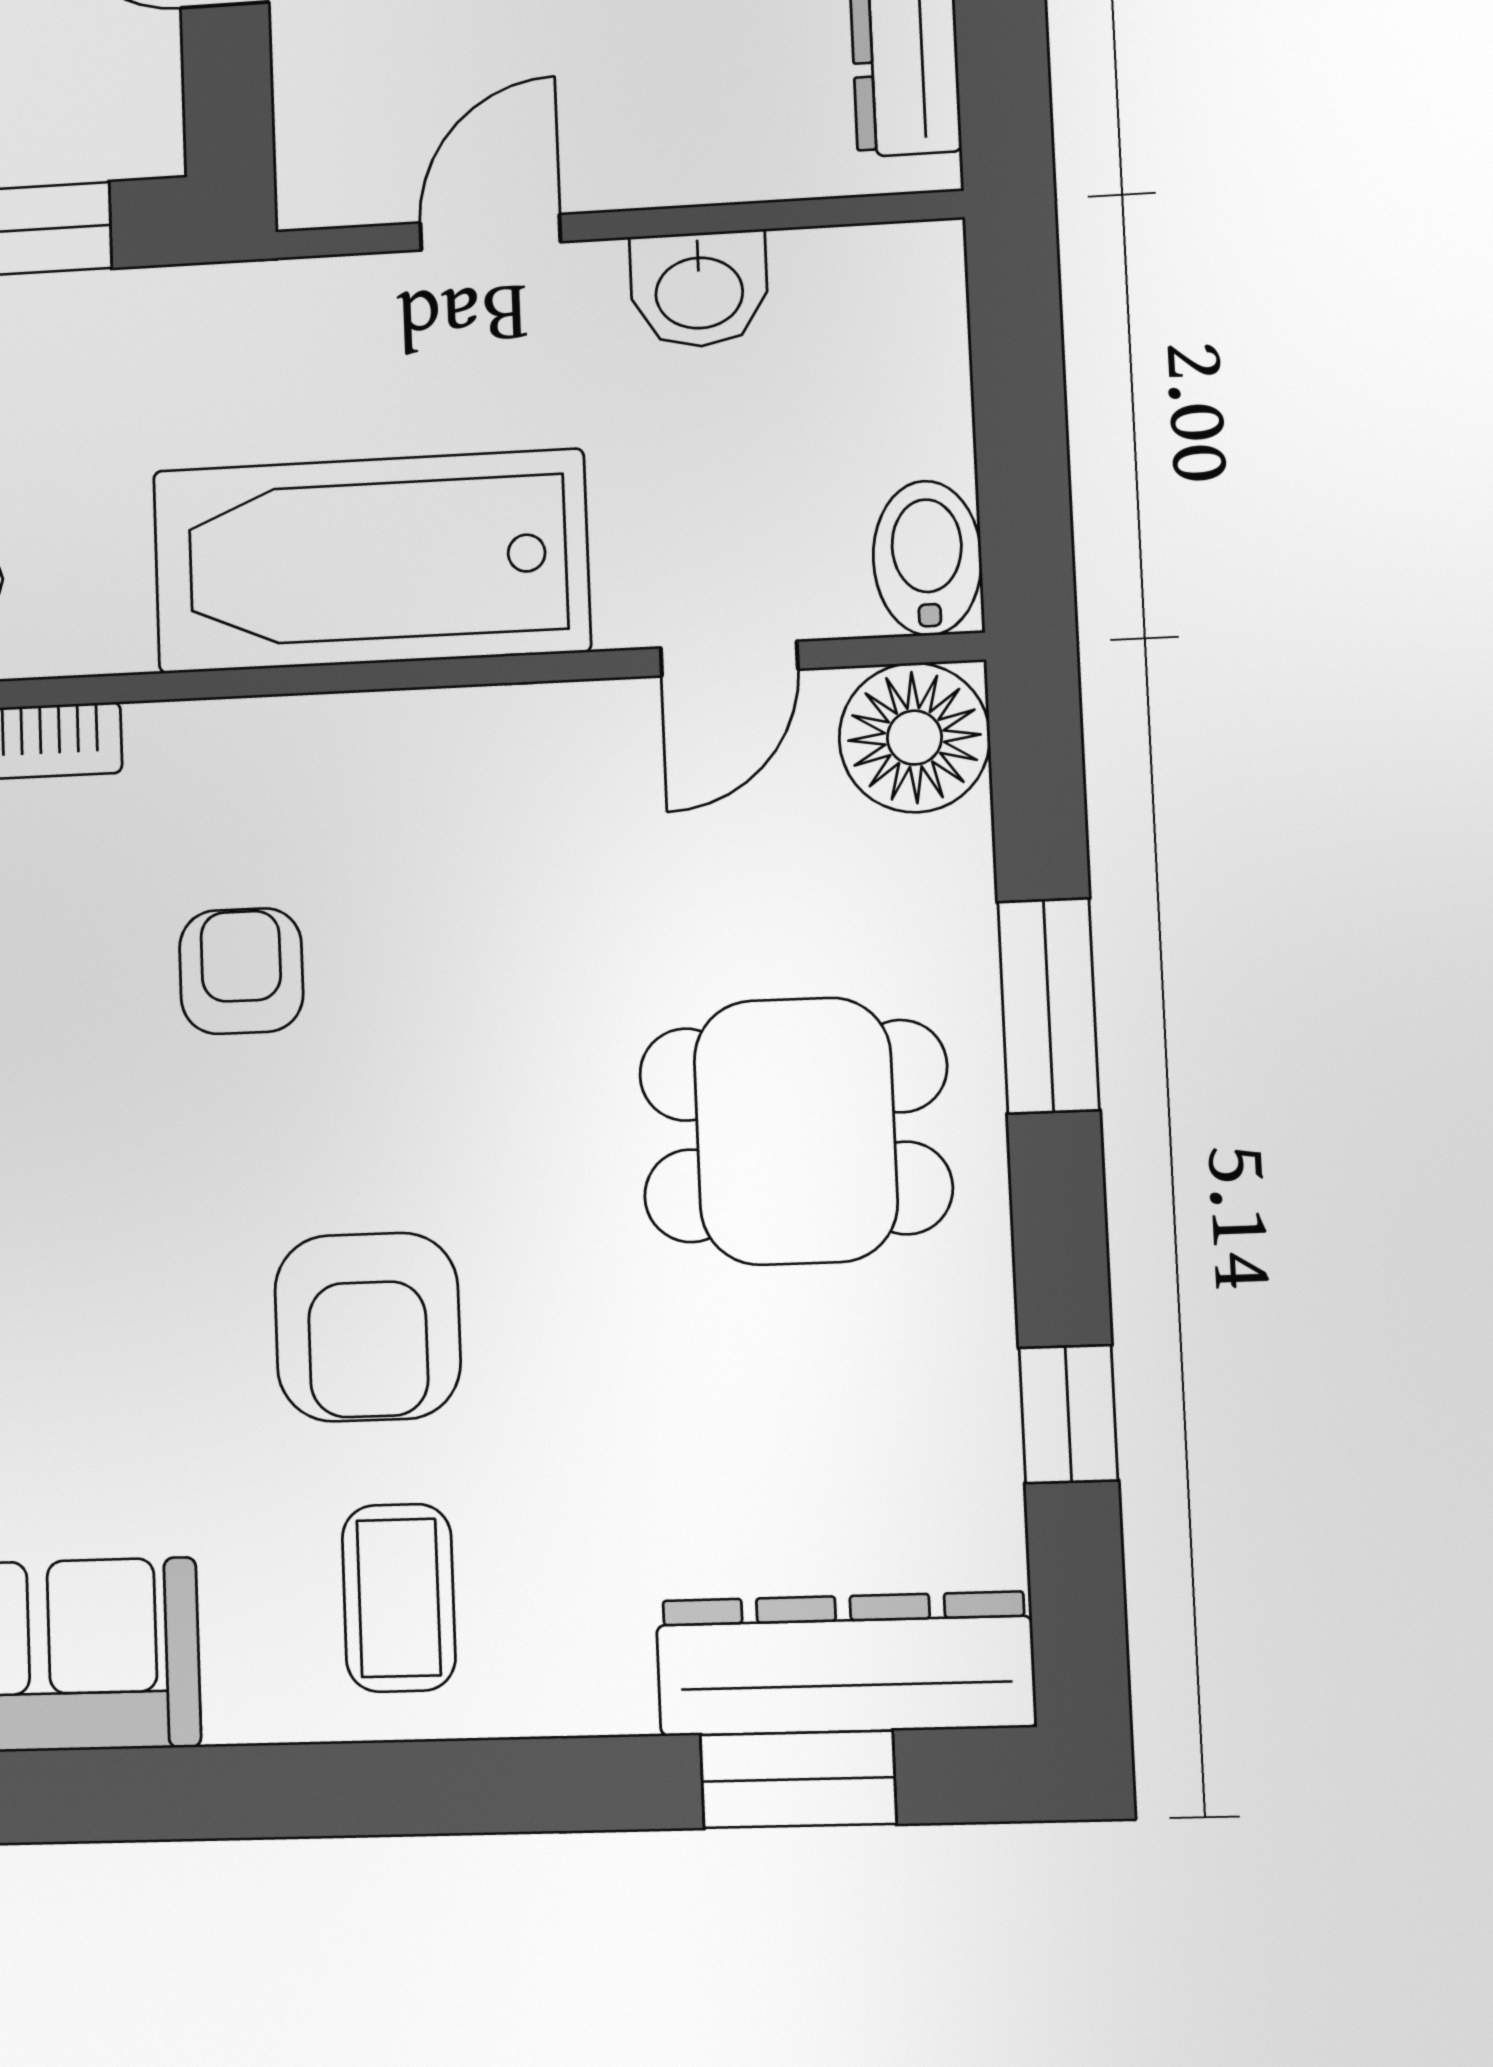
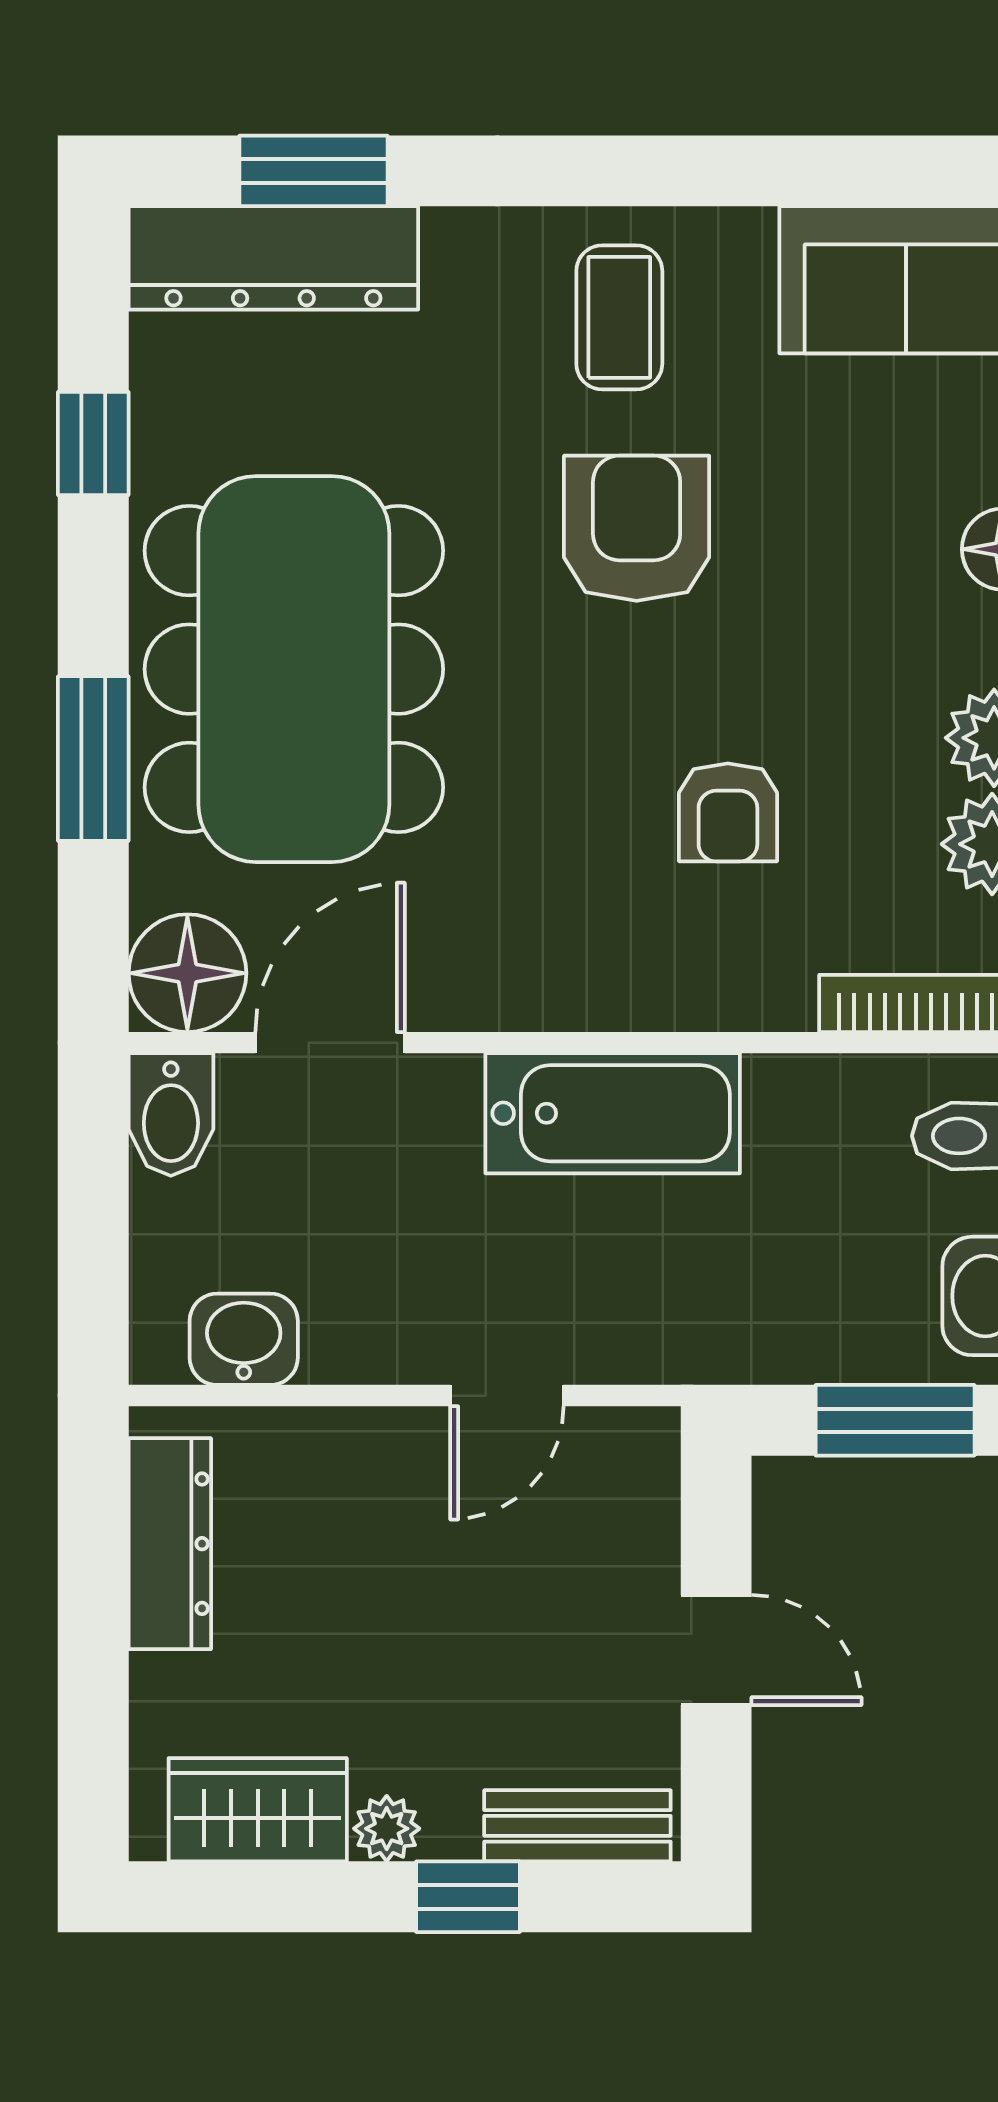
washbasin: (699, 290) -> (244, 1339), moved
bathtub: (371, 561) -> (613, 1113), width x0.73, depth x0.73
door: (729, 659) -> (330, 1043), width x1.38
dining table: (796, 1131) -> (294, 669), width x1.87, depth x1.24

